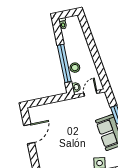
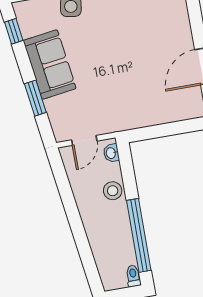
window: (64, 63) -> (139, 235), moved

